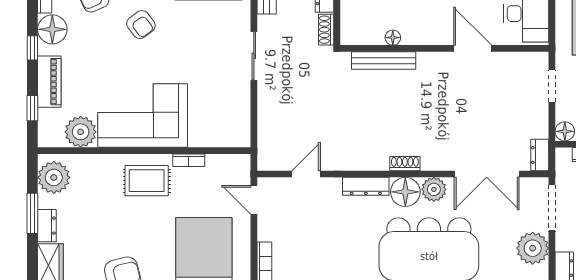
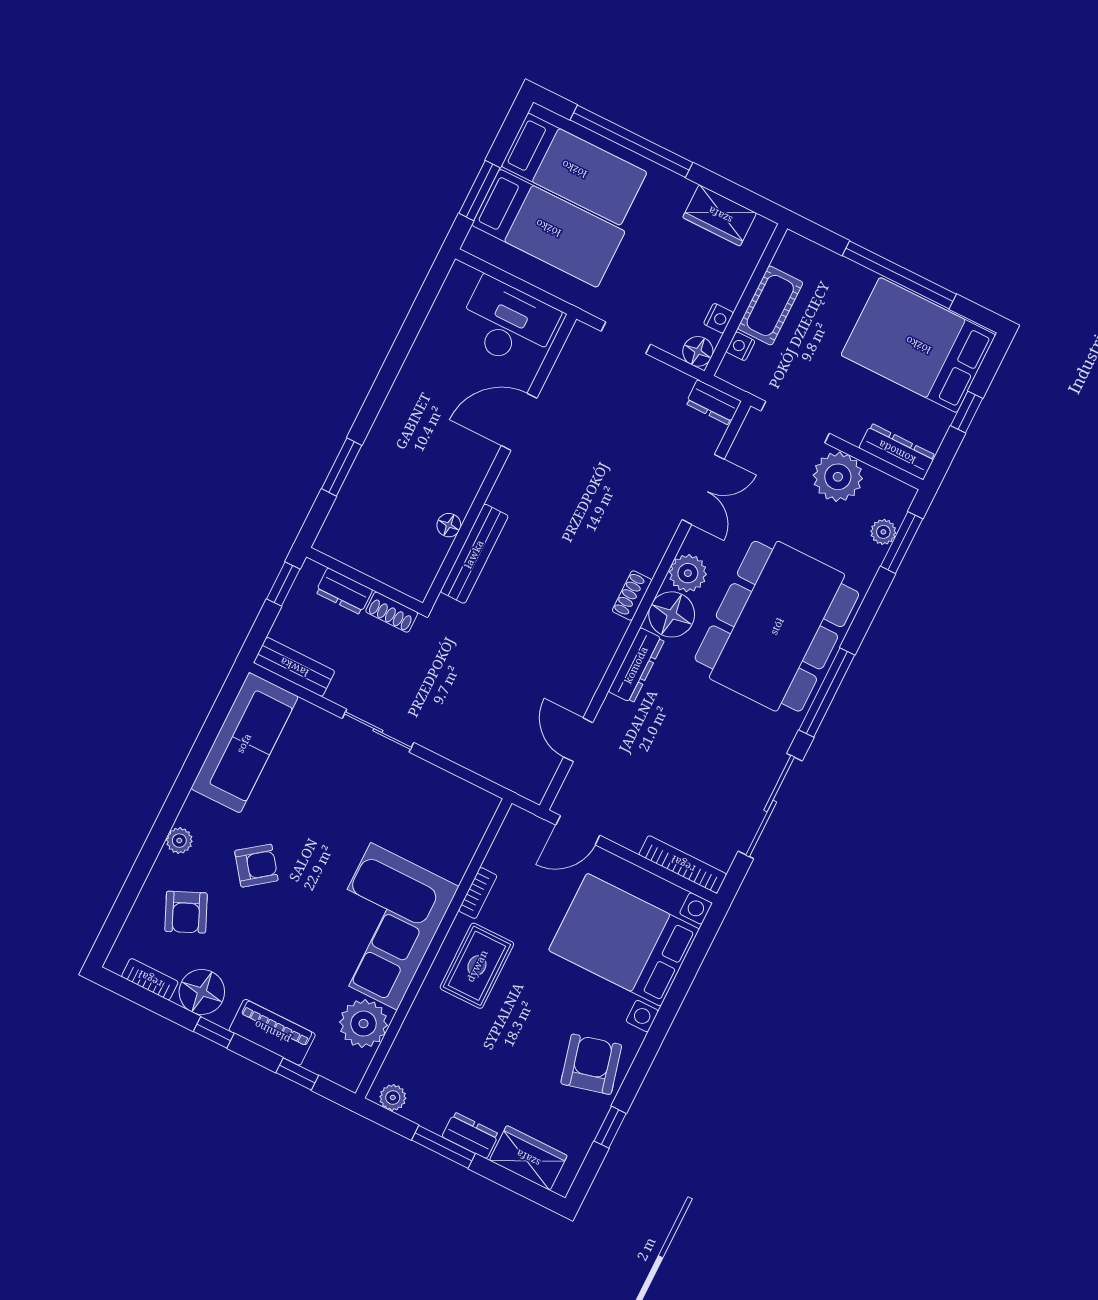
double door: (487, 174) -> (703, 489), width x0.73
plant: (54, 177) -> (393, 1098), width x0.53, depth x0.53

